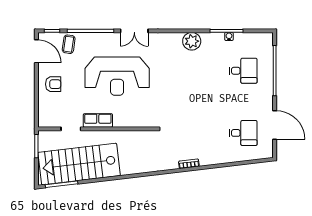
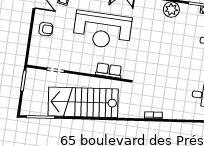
row of seats: (98, 120) -> (109, 70), moved
stairs: (79, 164) -> (83, 102), moved

